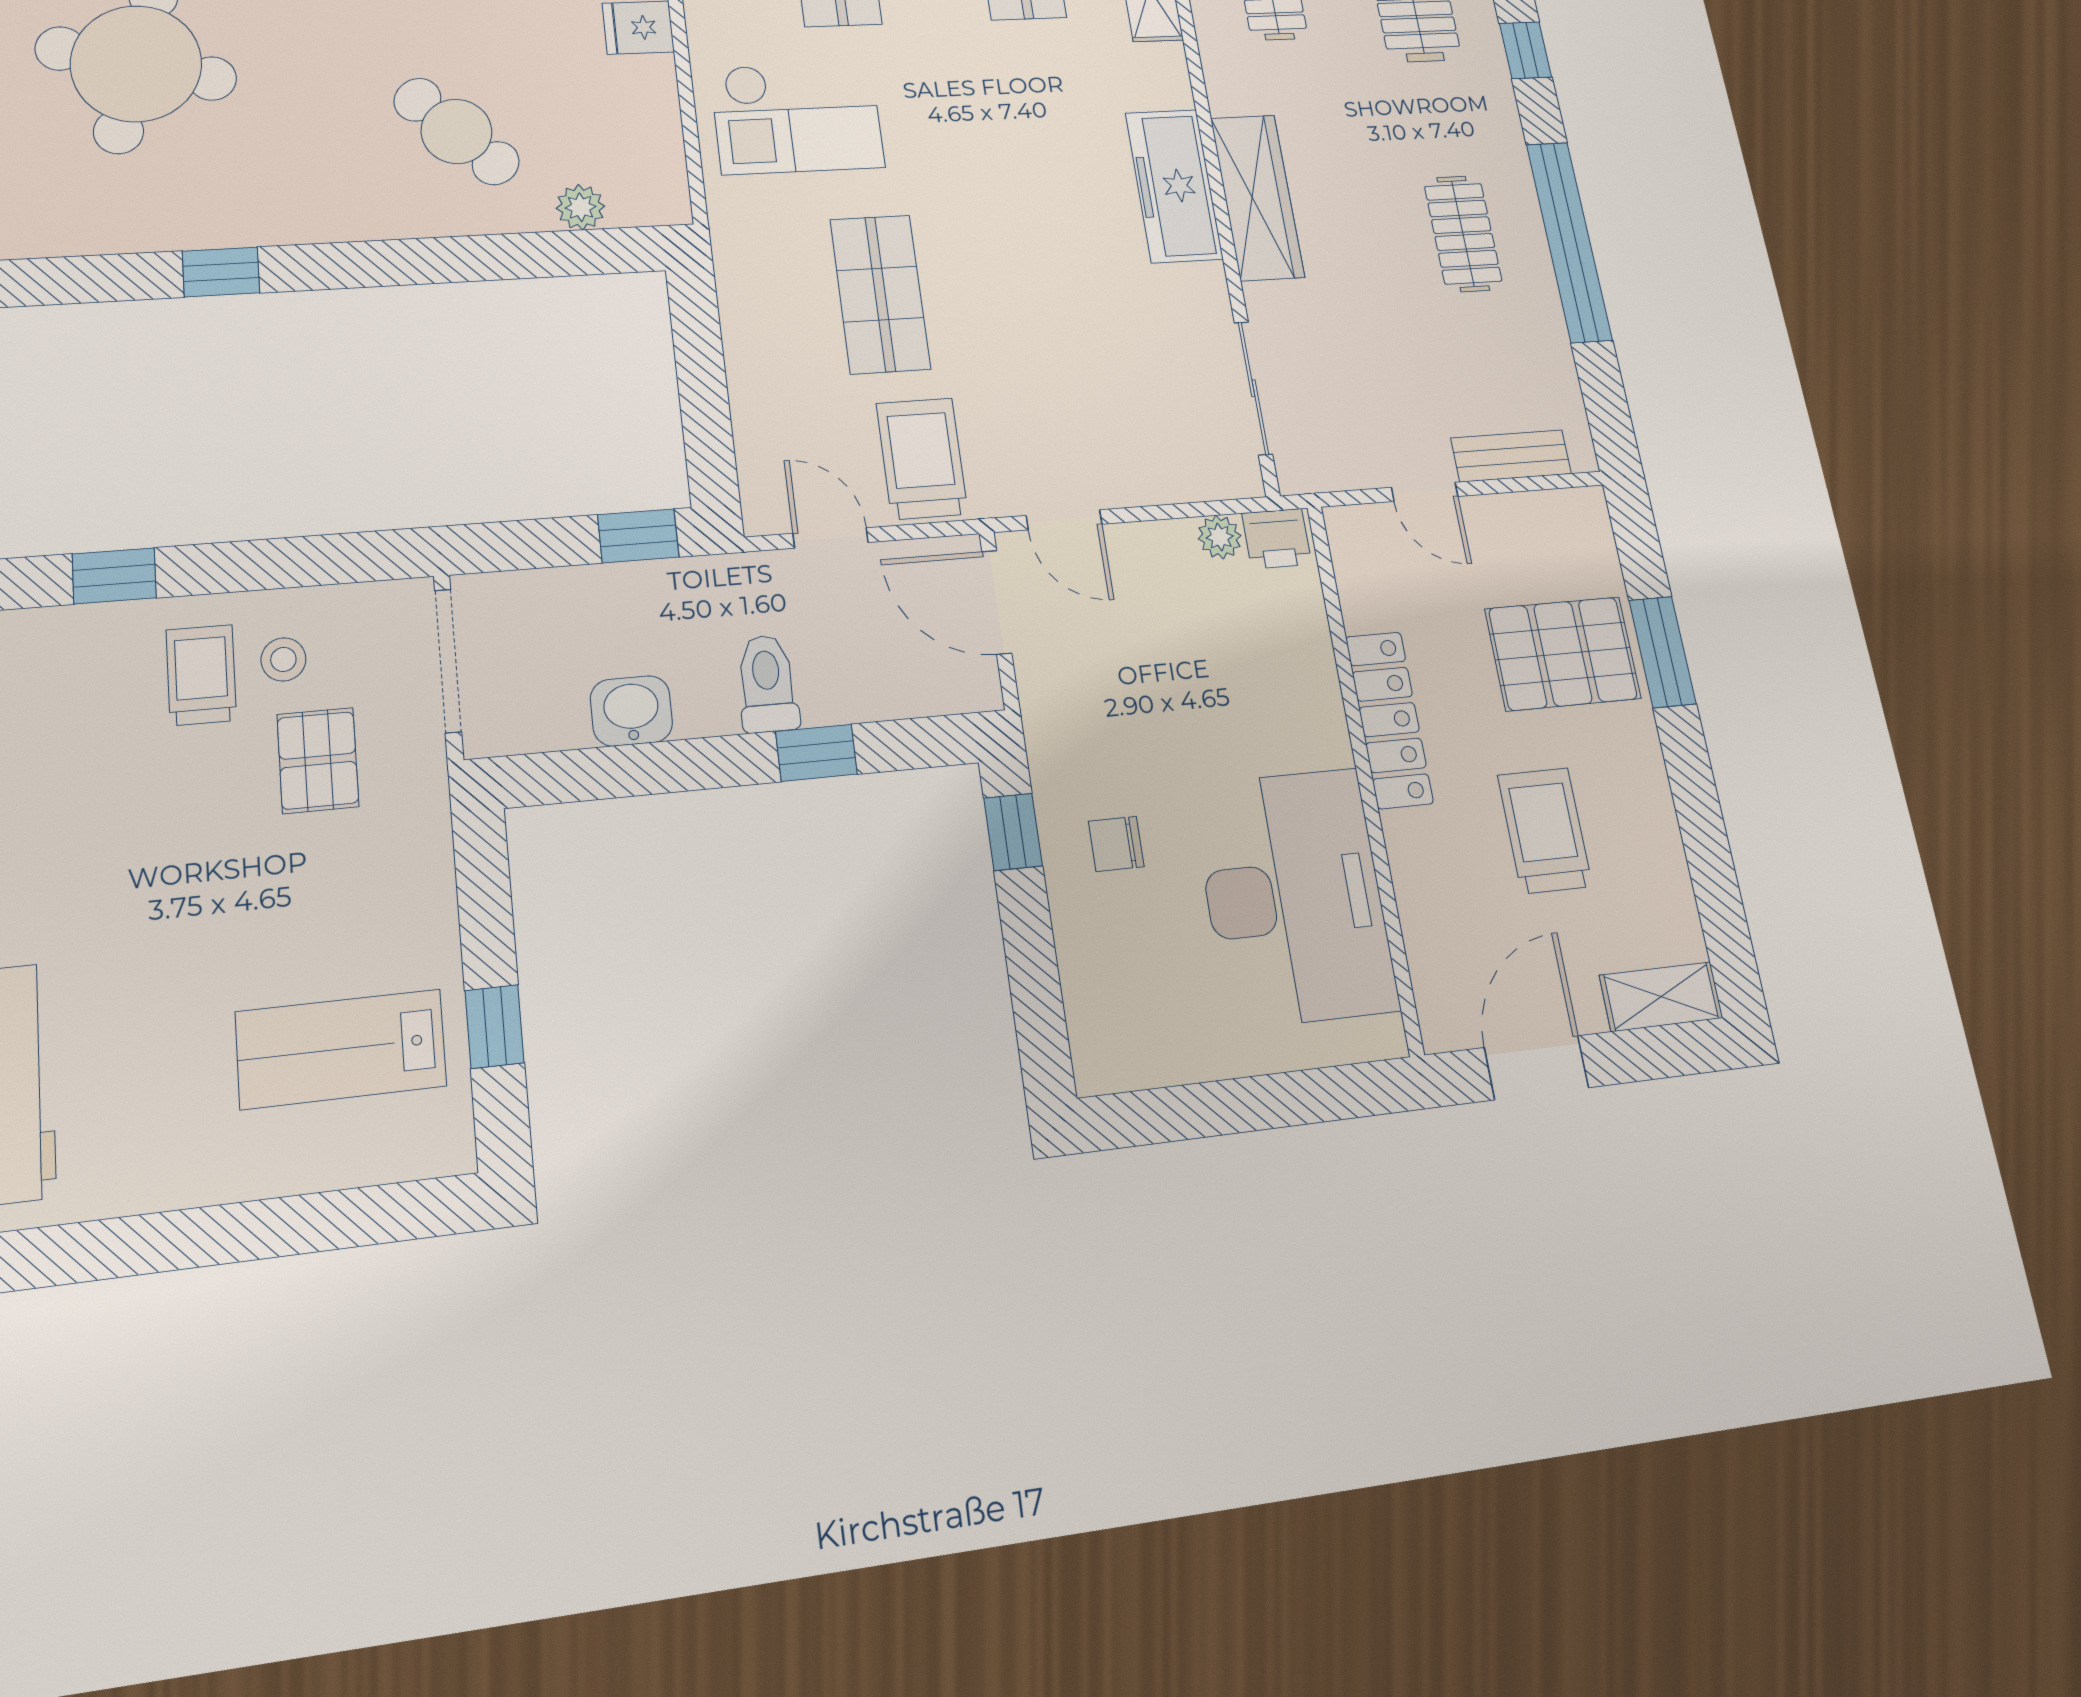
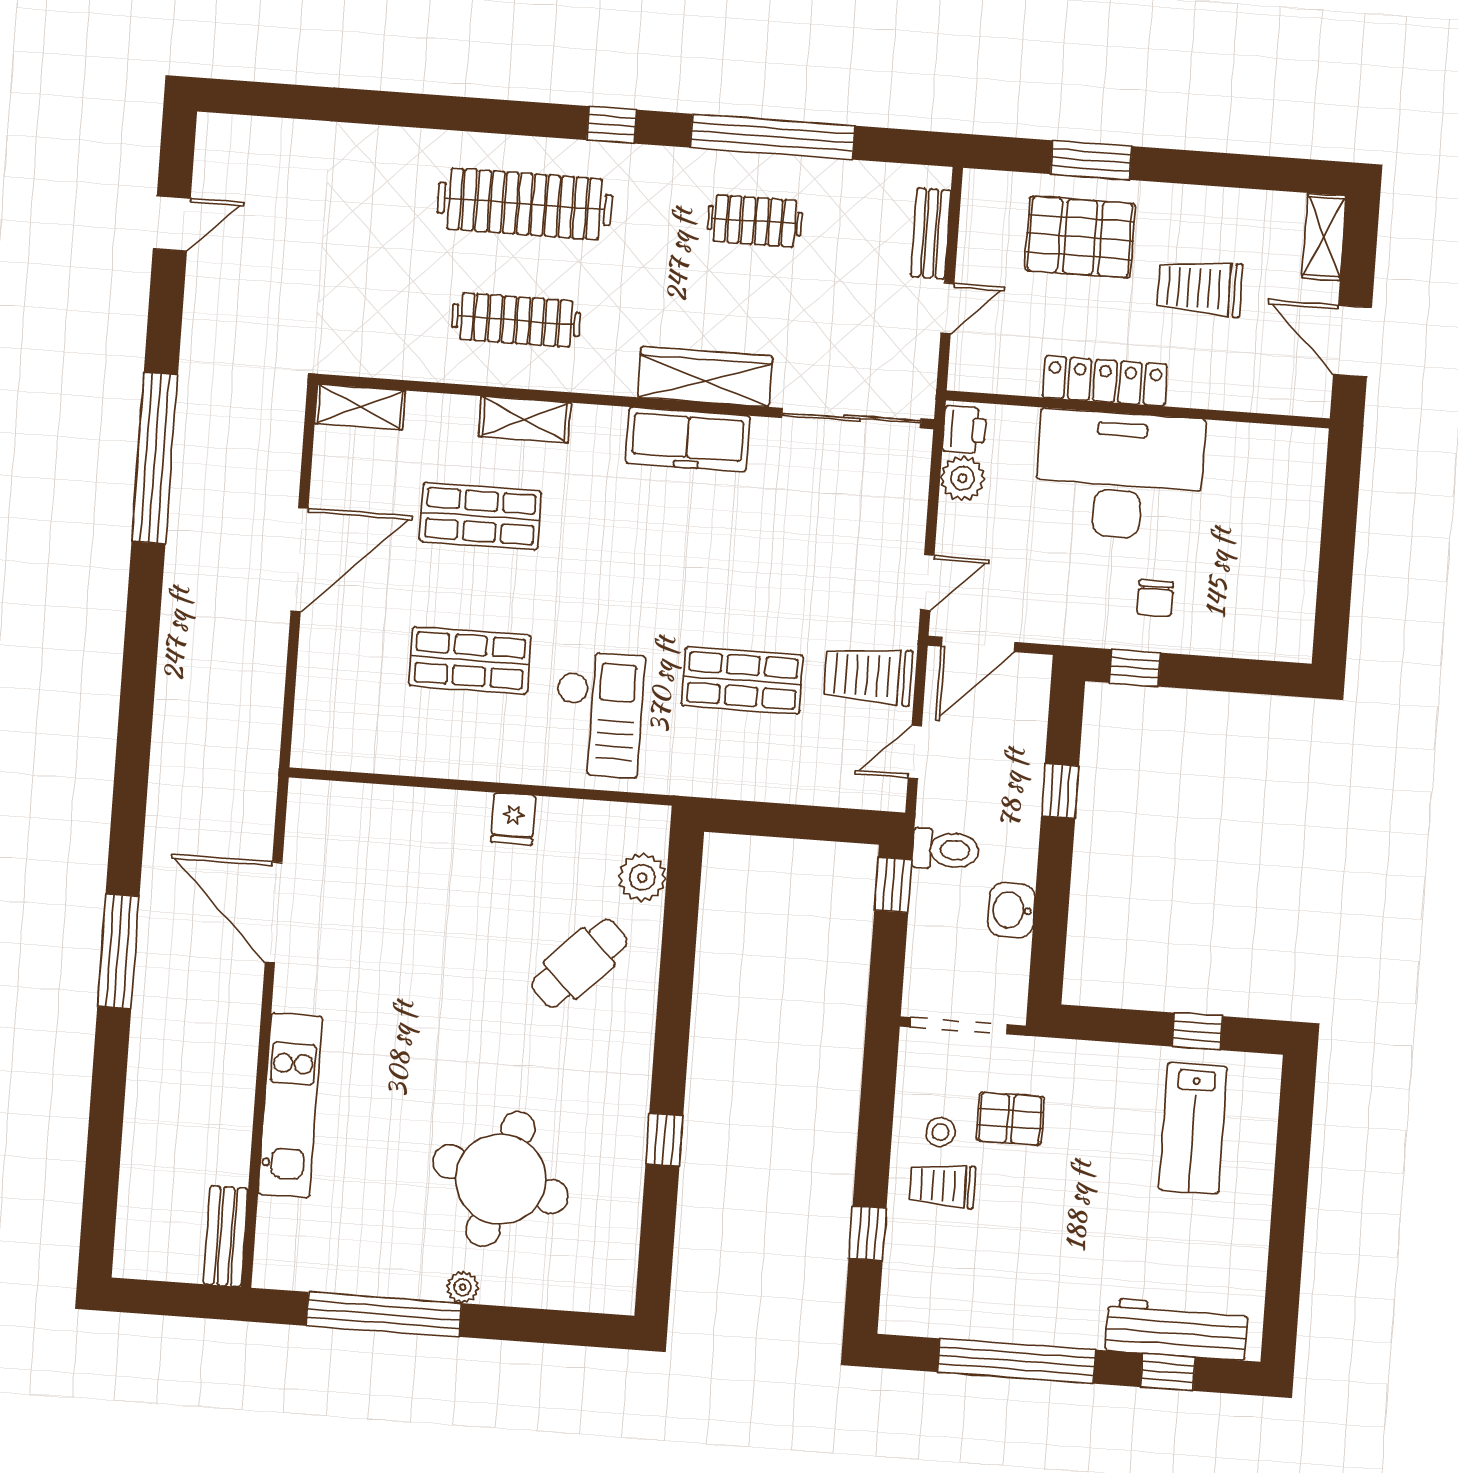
plant: (581, 207) -> (642, 877), width x1.38, depth x1.38
sliding door: (1253, 388) -> (852, 418), width x1.37
plant: (1220, 537) -> (963, 478), width x1.38, depth x1.38
pallet: (1563, 654) -> (1080, 237), turned 90
toilet: (767, 684) -> (946, 850), moved, turned 180
desk: (1294, 897) -> (1119, 475), moved

